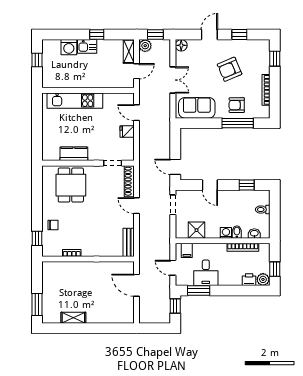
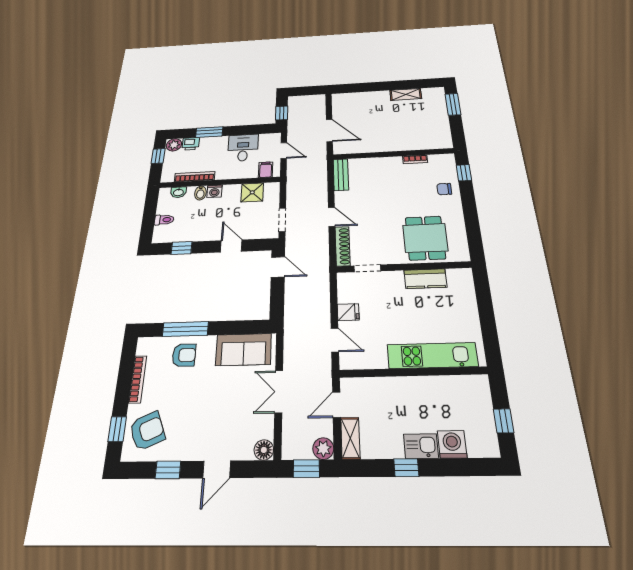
armchair: (230, 69) -> (147, 431), moved
window: (199, 291) -> (209, 132), moved

